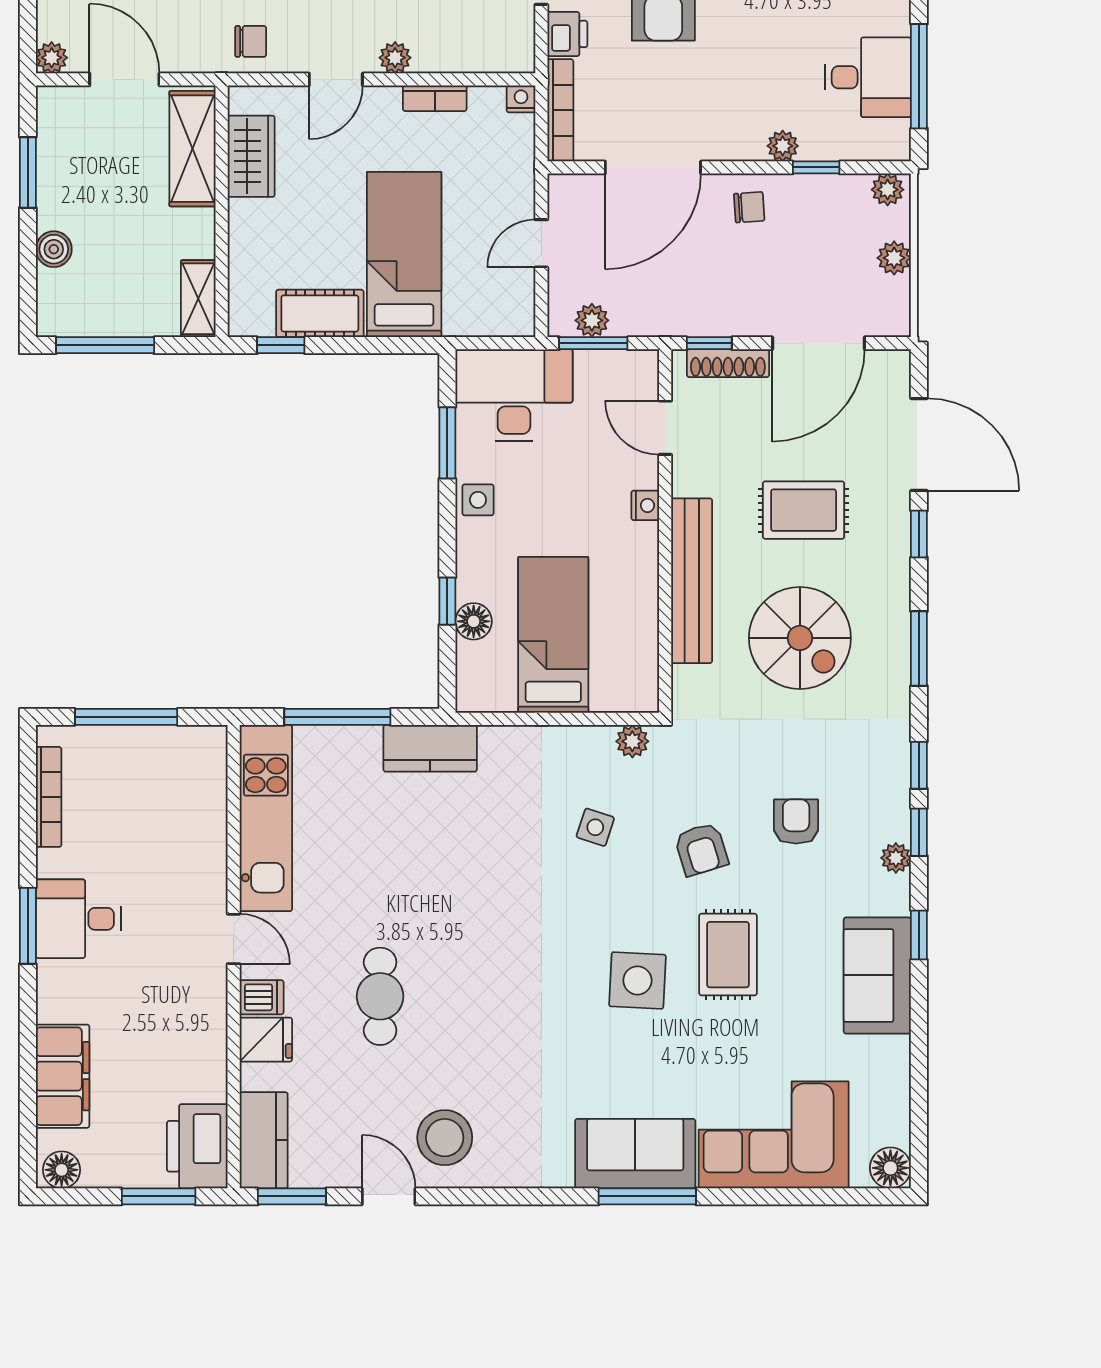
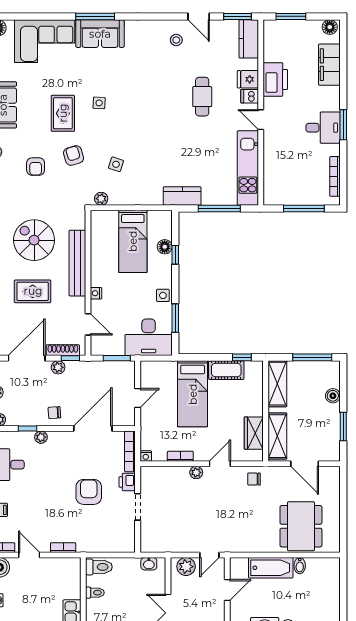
plant: (52, 58) -> (334, 472), removed
shelving: (198, 299) -> (277, 384), width x1.50, depth x1.33
plant: (592, 320) -> (58, 367), moved
side table: (637, 980) -> (99, 103), width x0.54, depth x0.54
stool: (445, 1138) -> (176, 40), width x0.53, depth x0.53
printer: (197, 1146) -> (275, 79), moved

